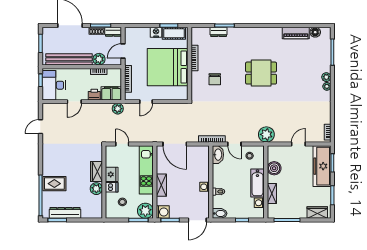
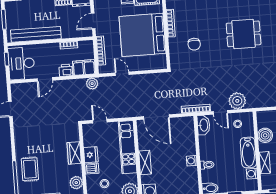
plant: (99, 59) -> (68, 32), removed
door: (146, 102) -> (122, 74), swing flipped
plant: (266, 134) -> (237, 101), moved
rug: (54, 184) -> (30, 169), turned 90
plant: (96, 189) -> (76, 183), moved

